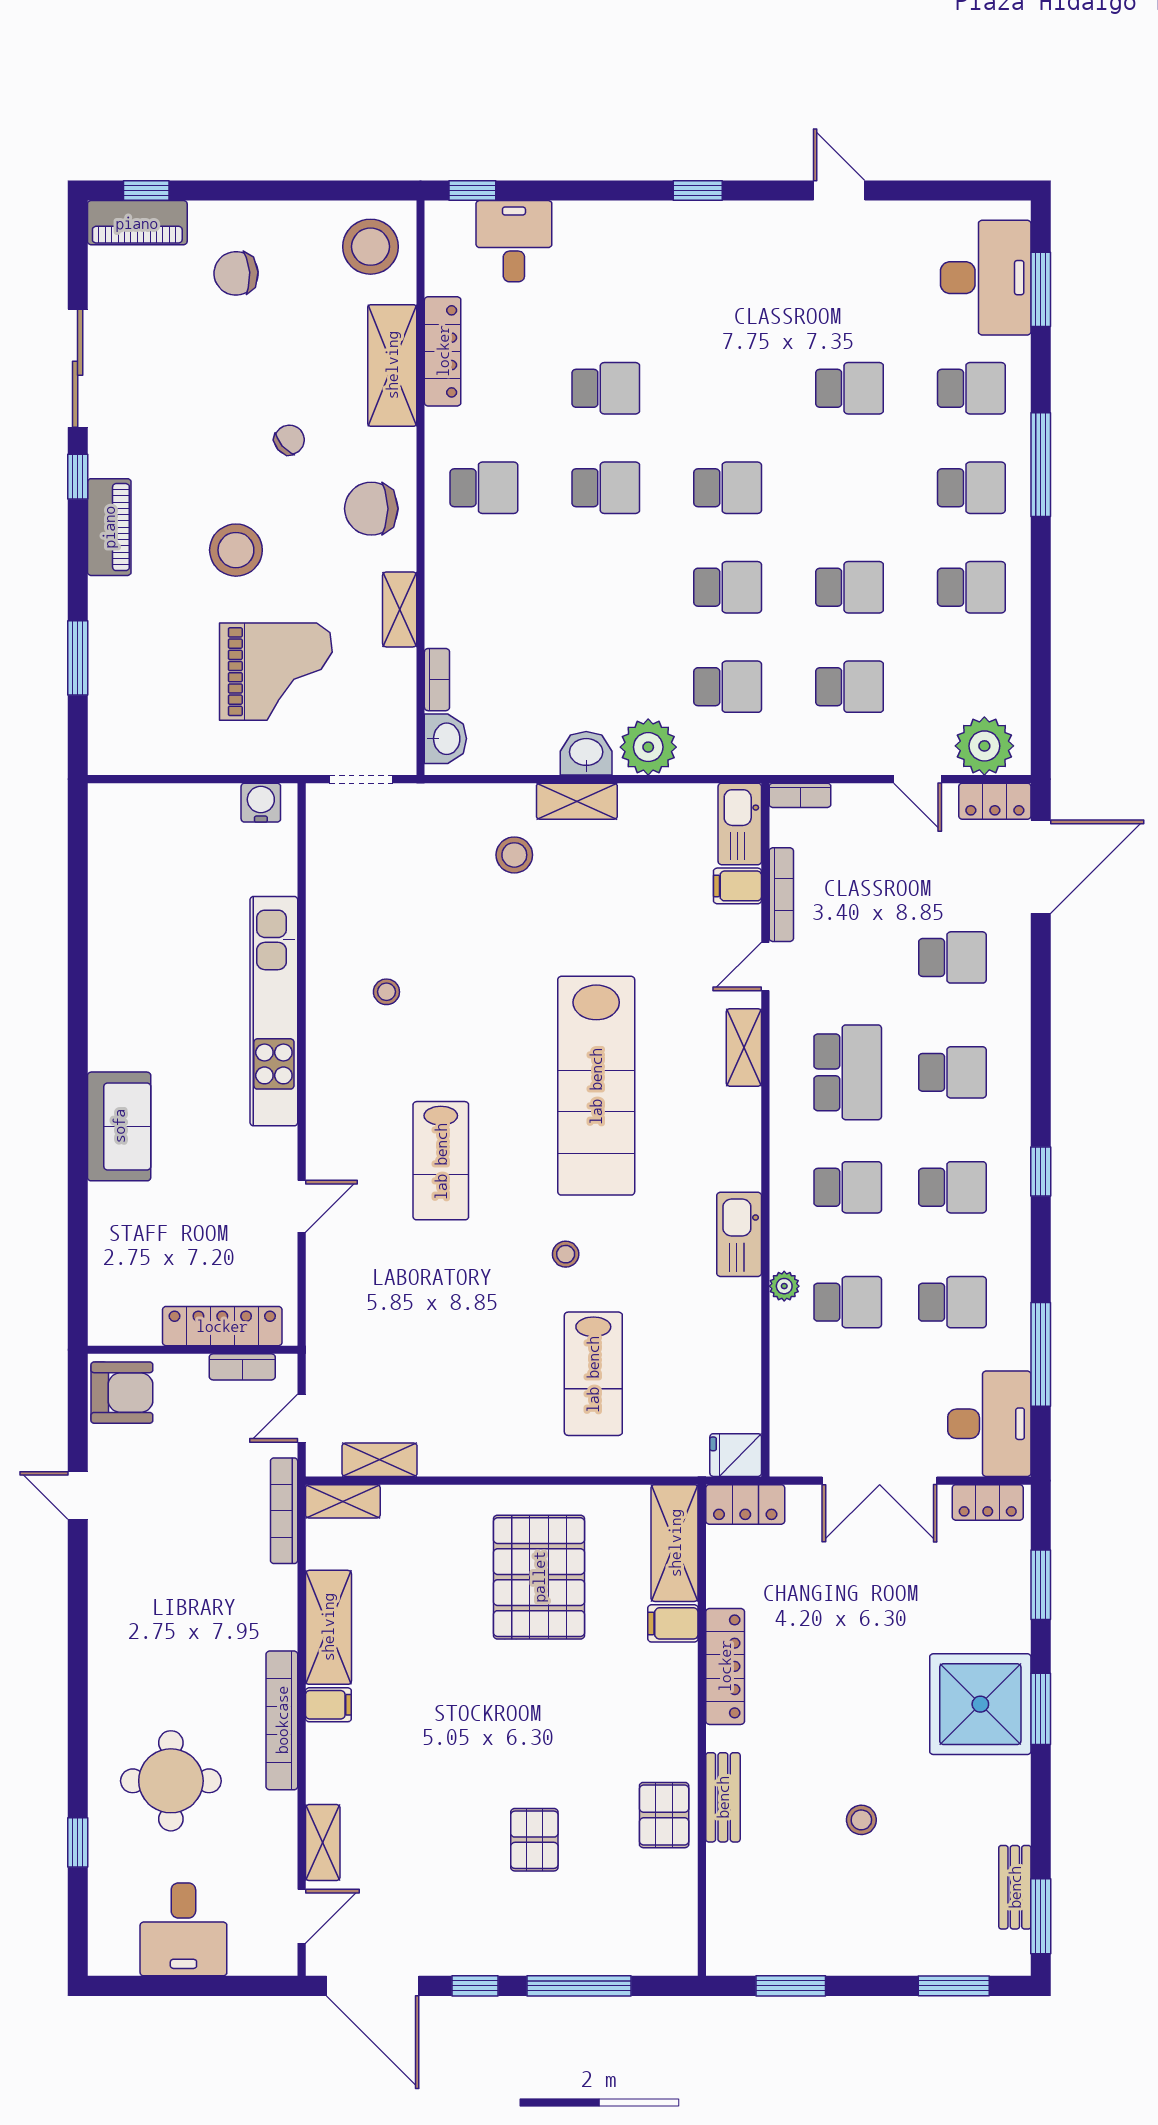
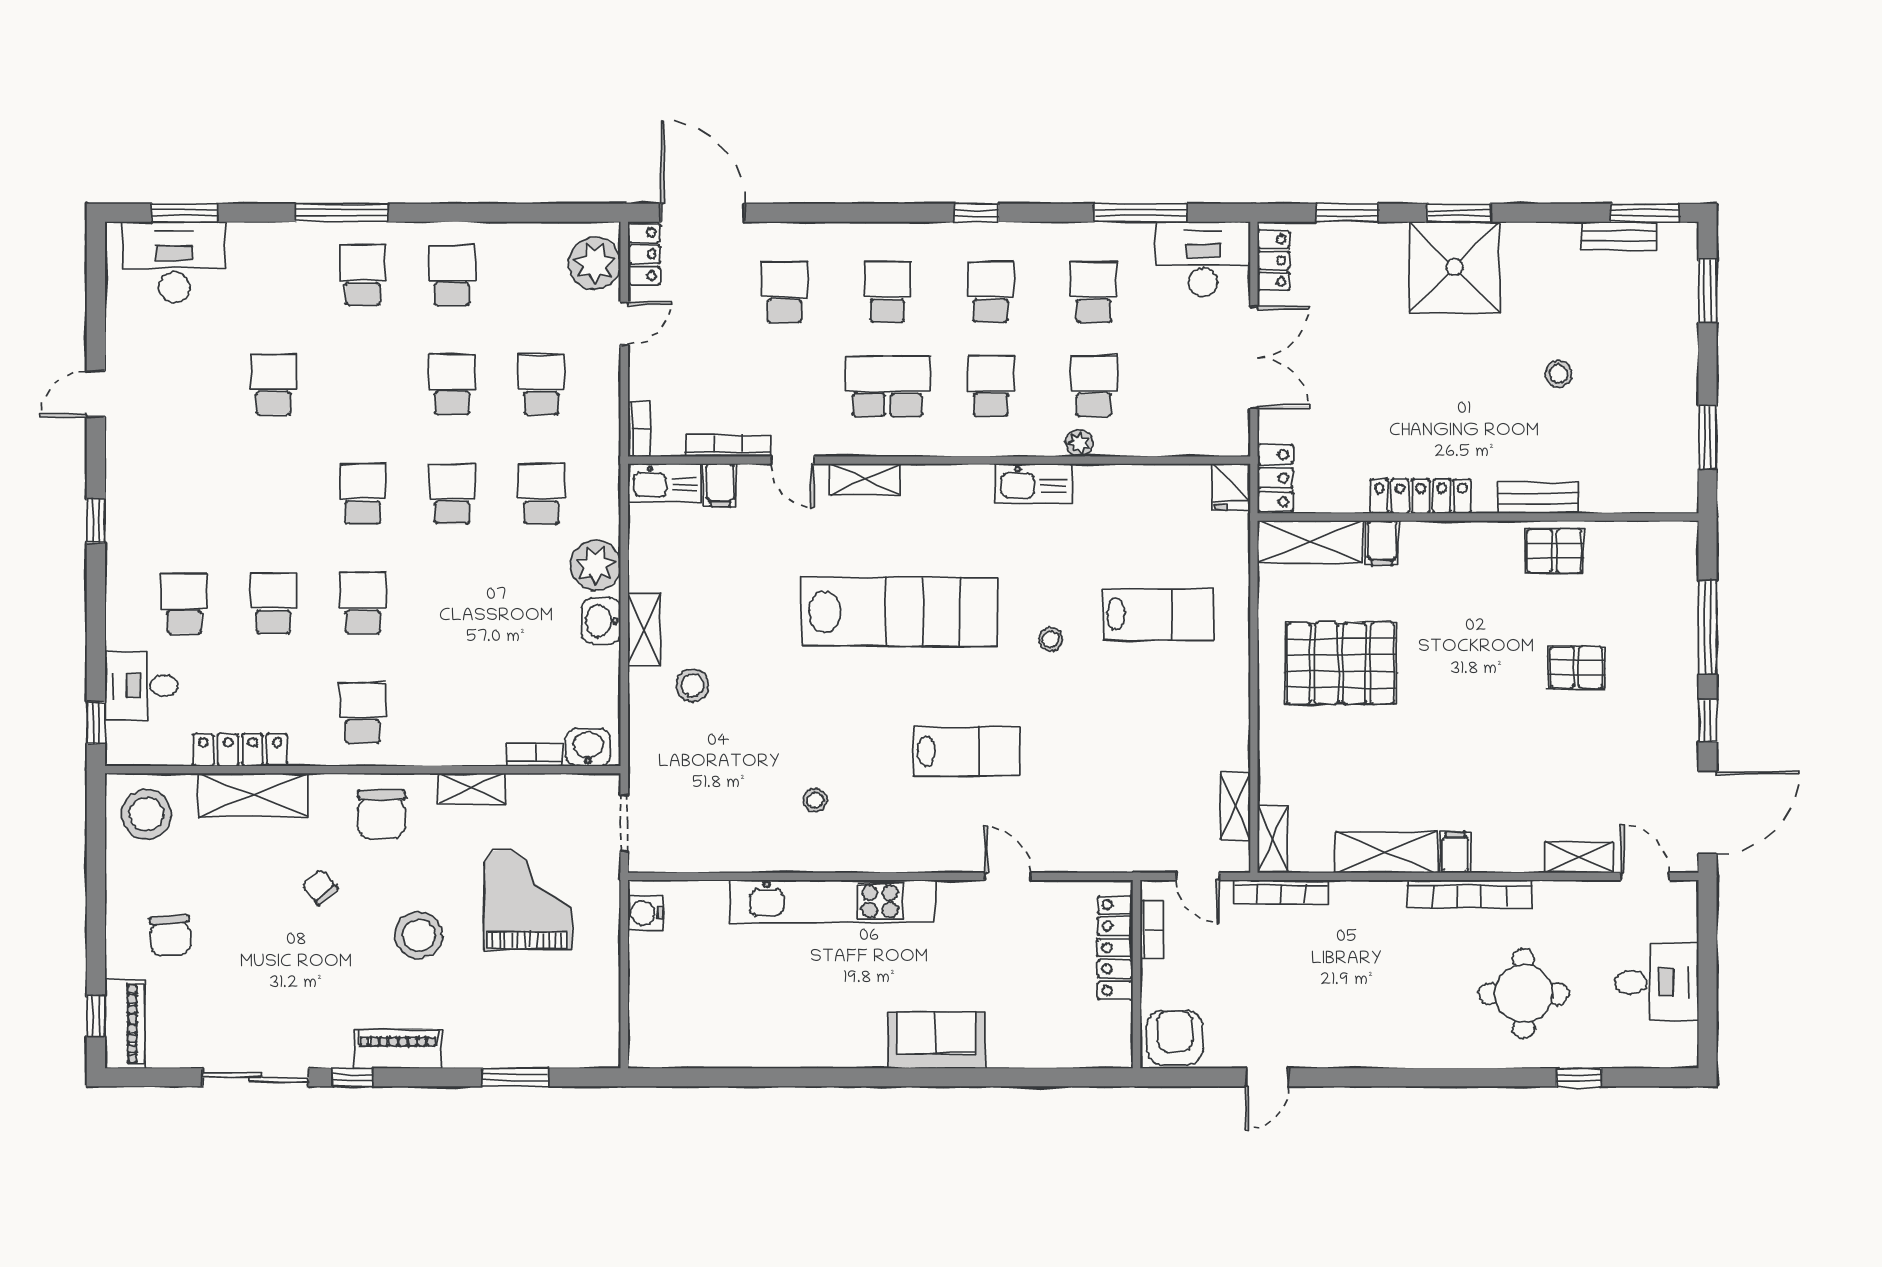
school desk: (971, 388) -> (184, 603), moved

